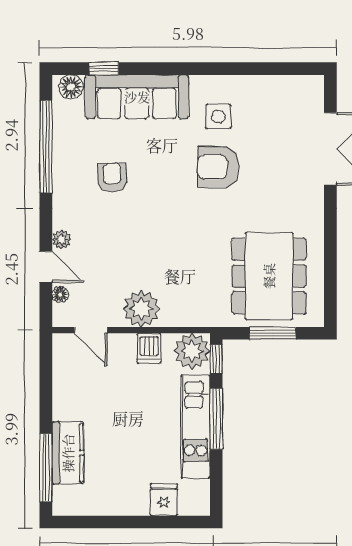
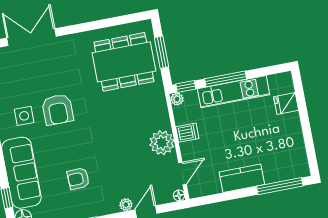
floor lamp: (60, 294) -> (179, 195), moved
plant: (192, 351) -> (177, 99), width x0.53, depth x0.53
kitchen counter: (68, 453) -> (242, 178), moved

